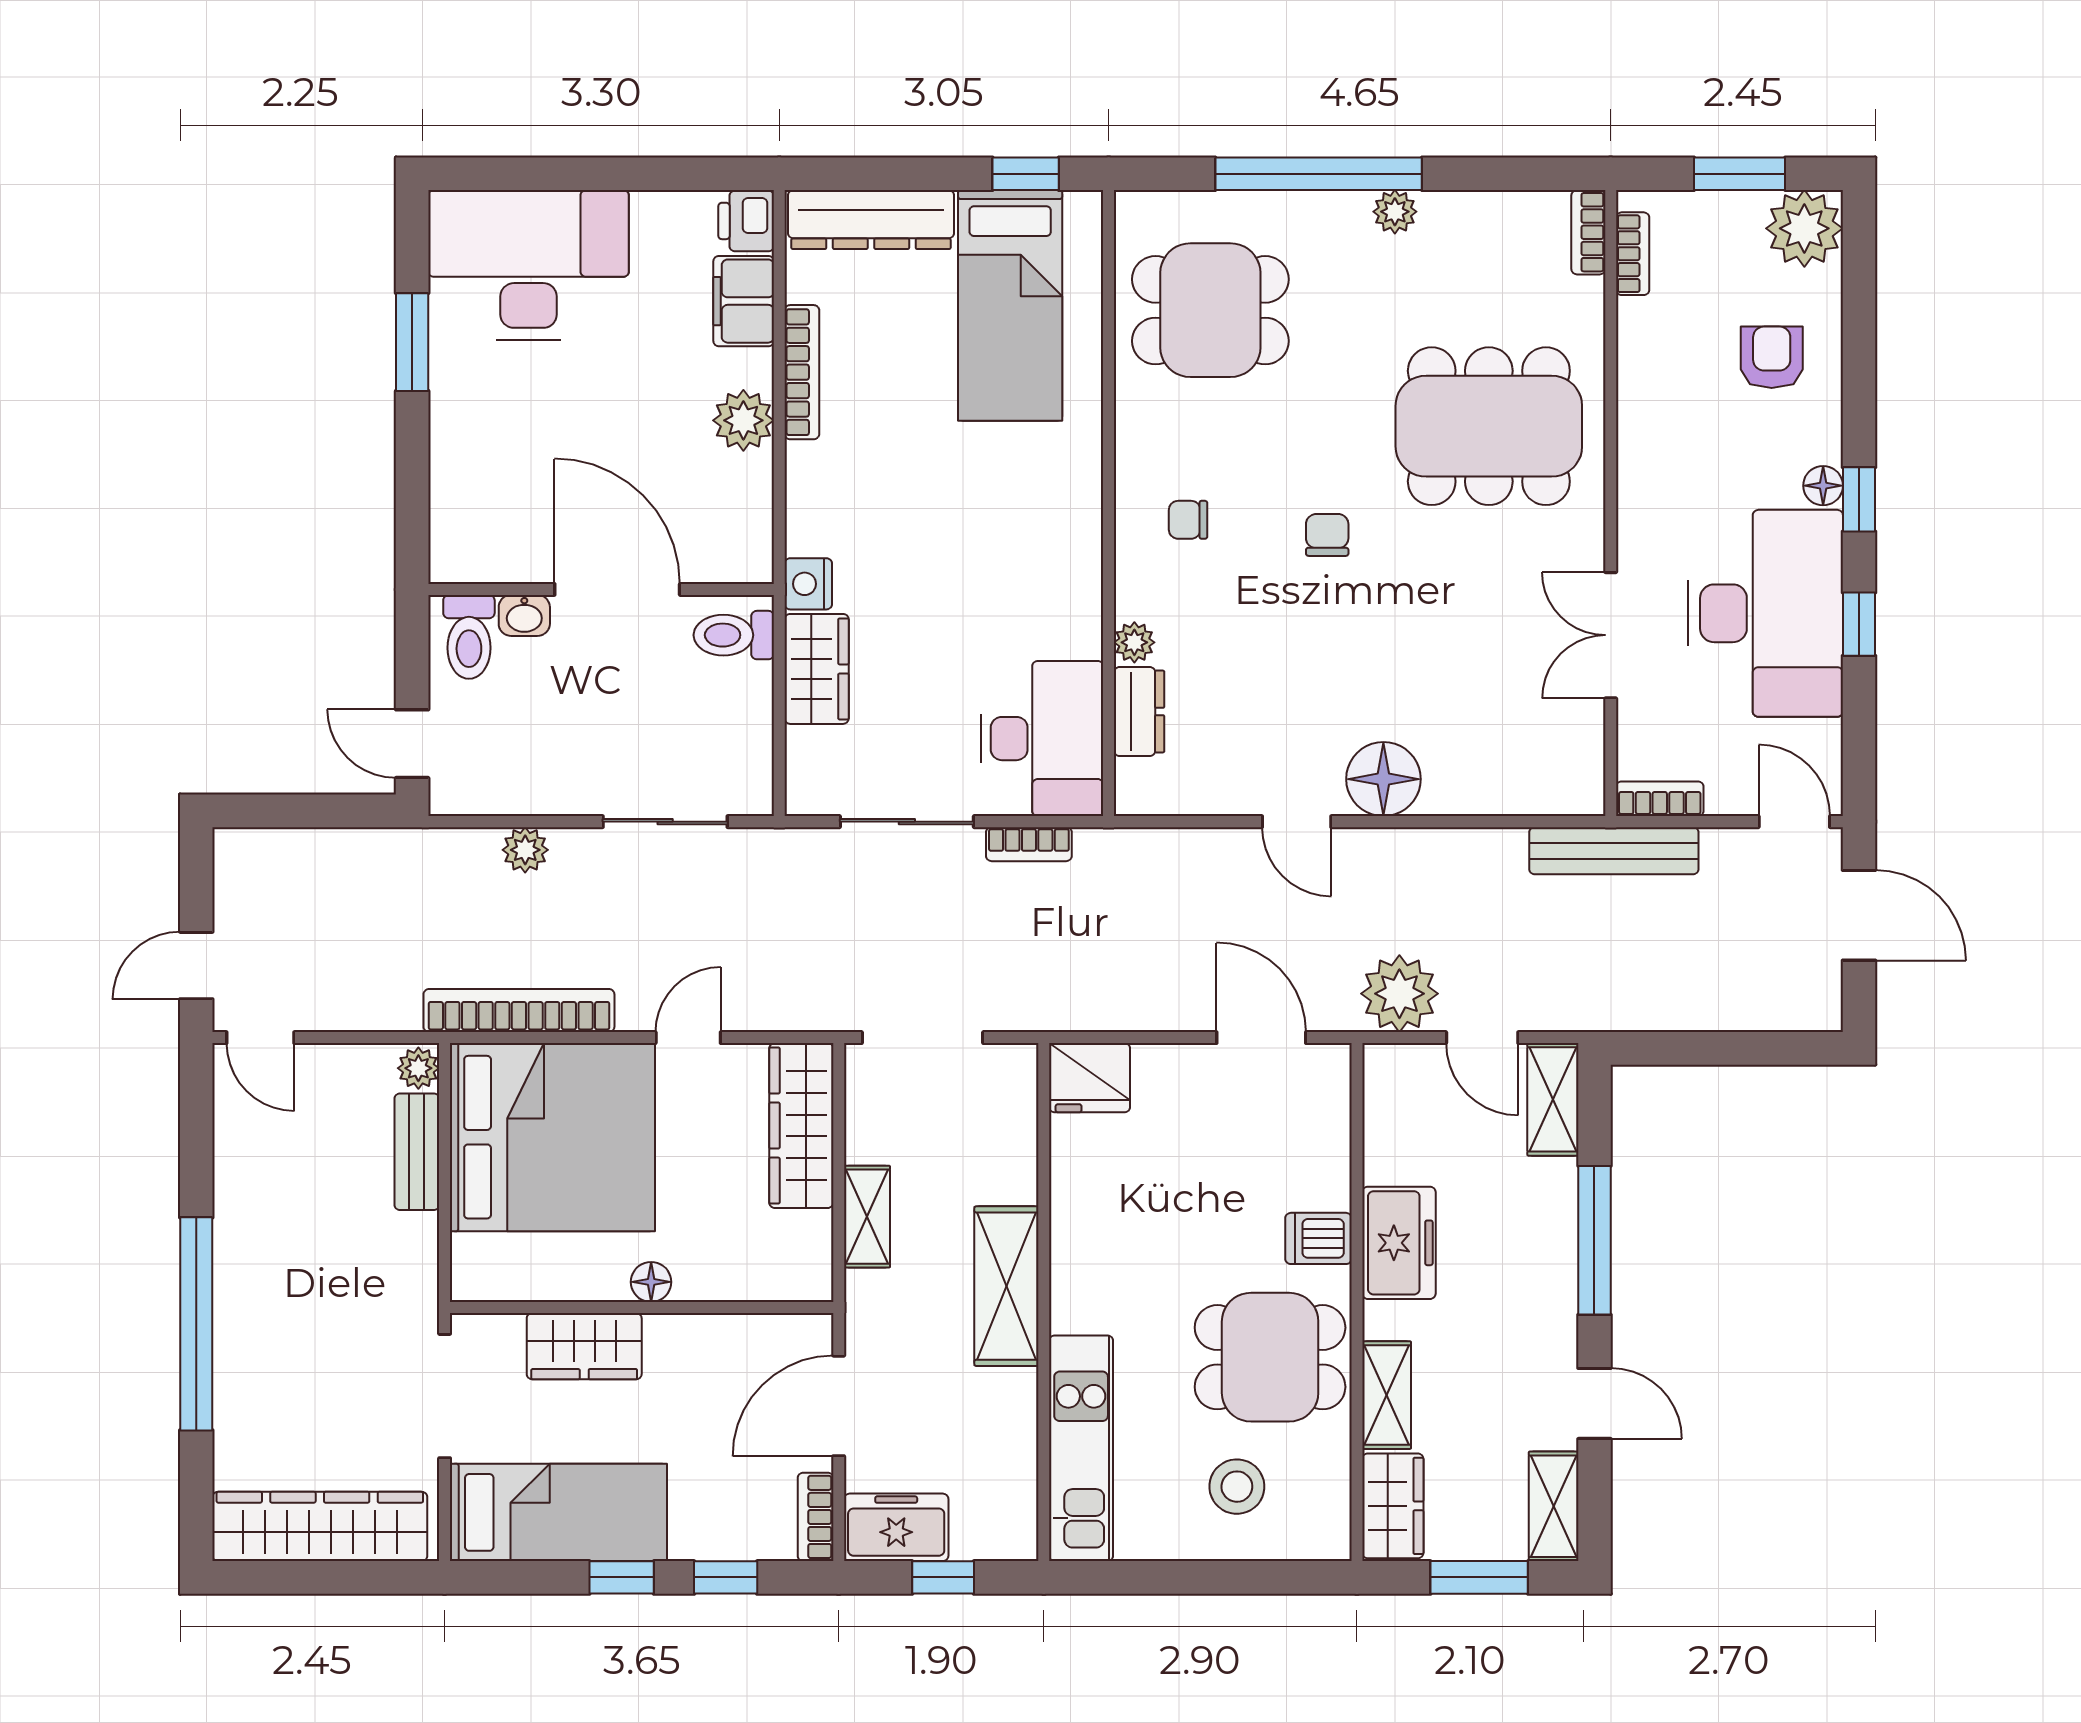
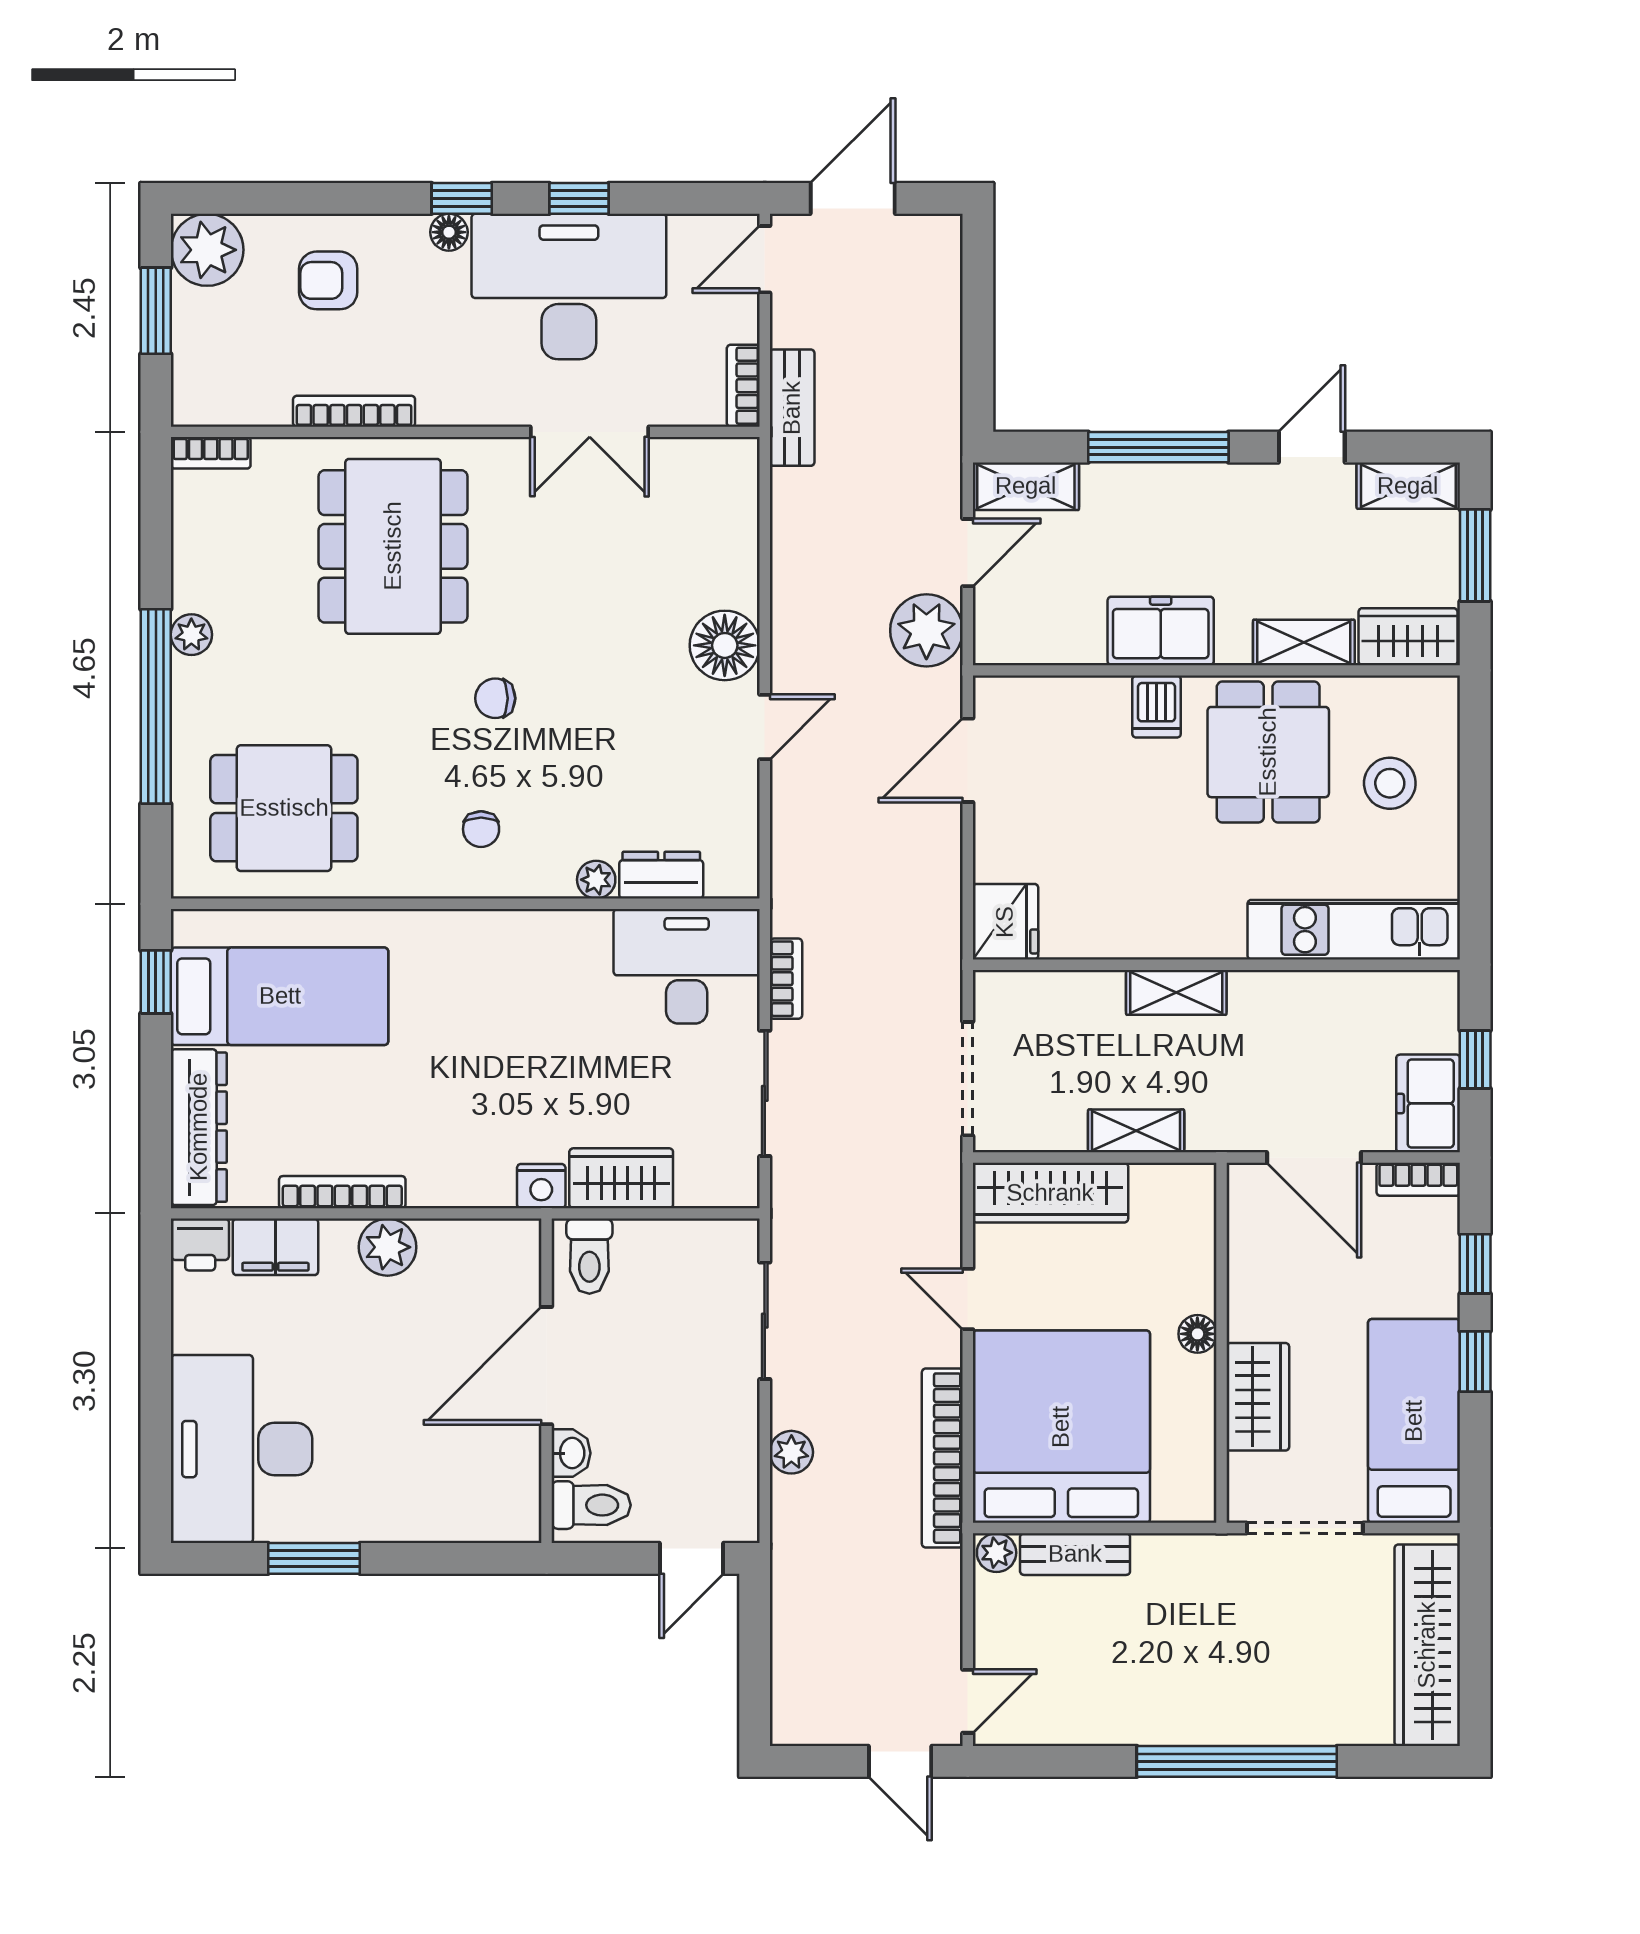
bookcase: (1633, 254) -> (354, 411), moved, width x1.56
dining table: (1210, 310) -> (284, 808), turned 90
bench: (1614, 851) -> (792, 408), width x0.73
shelving: (1006, 1286) -> (1176, 992), width x0.67, depth x0.75

